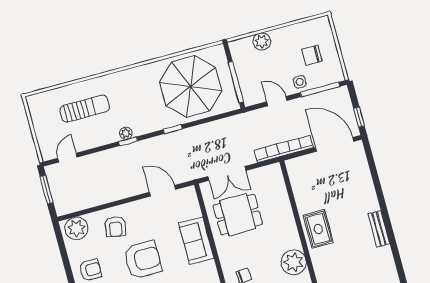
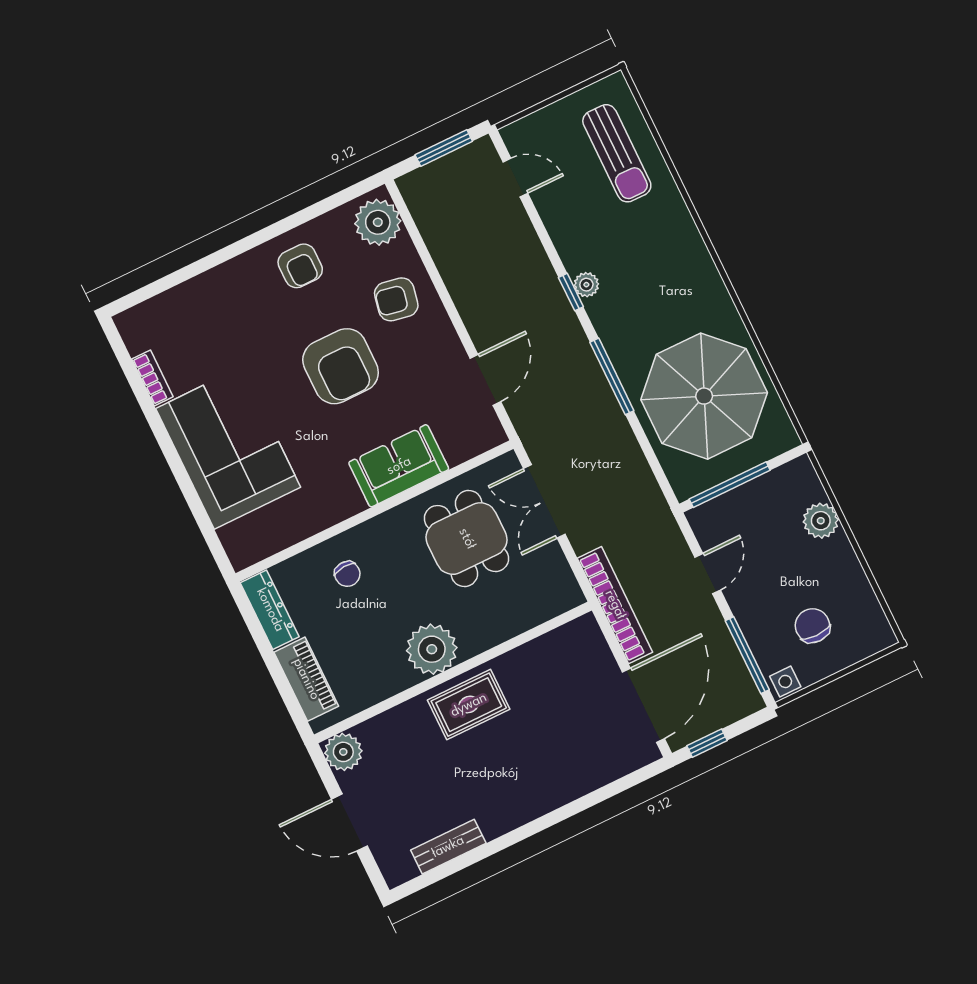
side table: (300, 82) -> (785, 681), moved
sun lounger: (85, 109) -> (617, 153), moved
window: (173, 129) -> (612, 376), width x2.17
bench: (379, 229) -> (448, 847), moved
plant: (294, 262) -> (432, 649), moved

